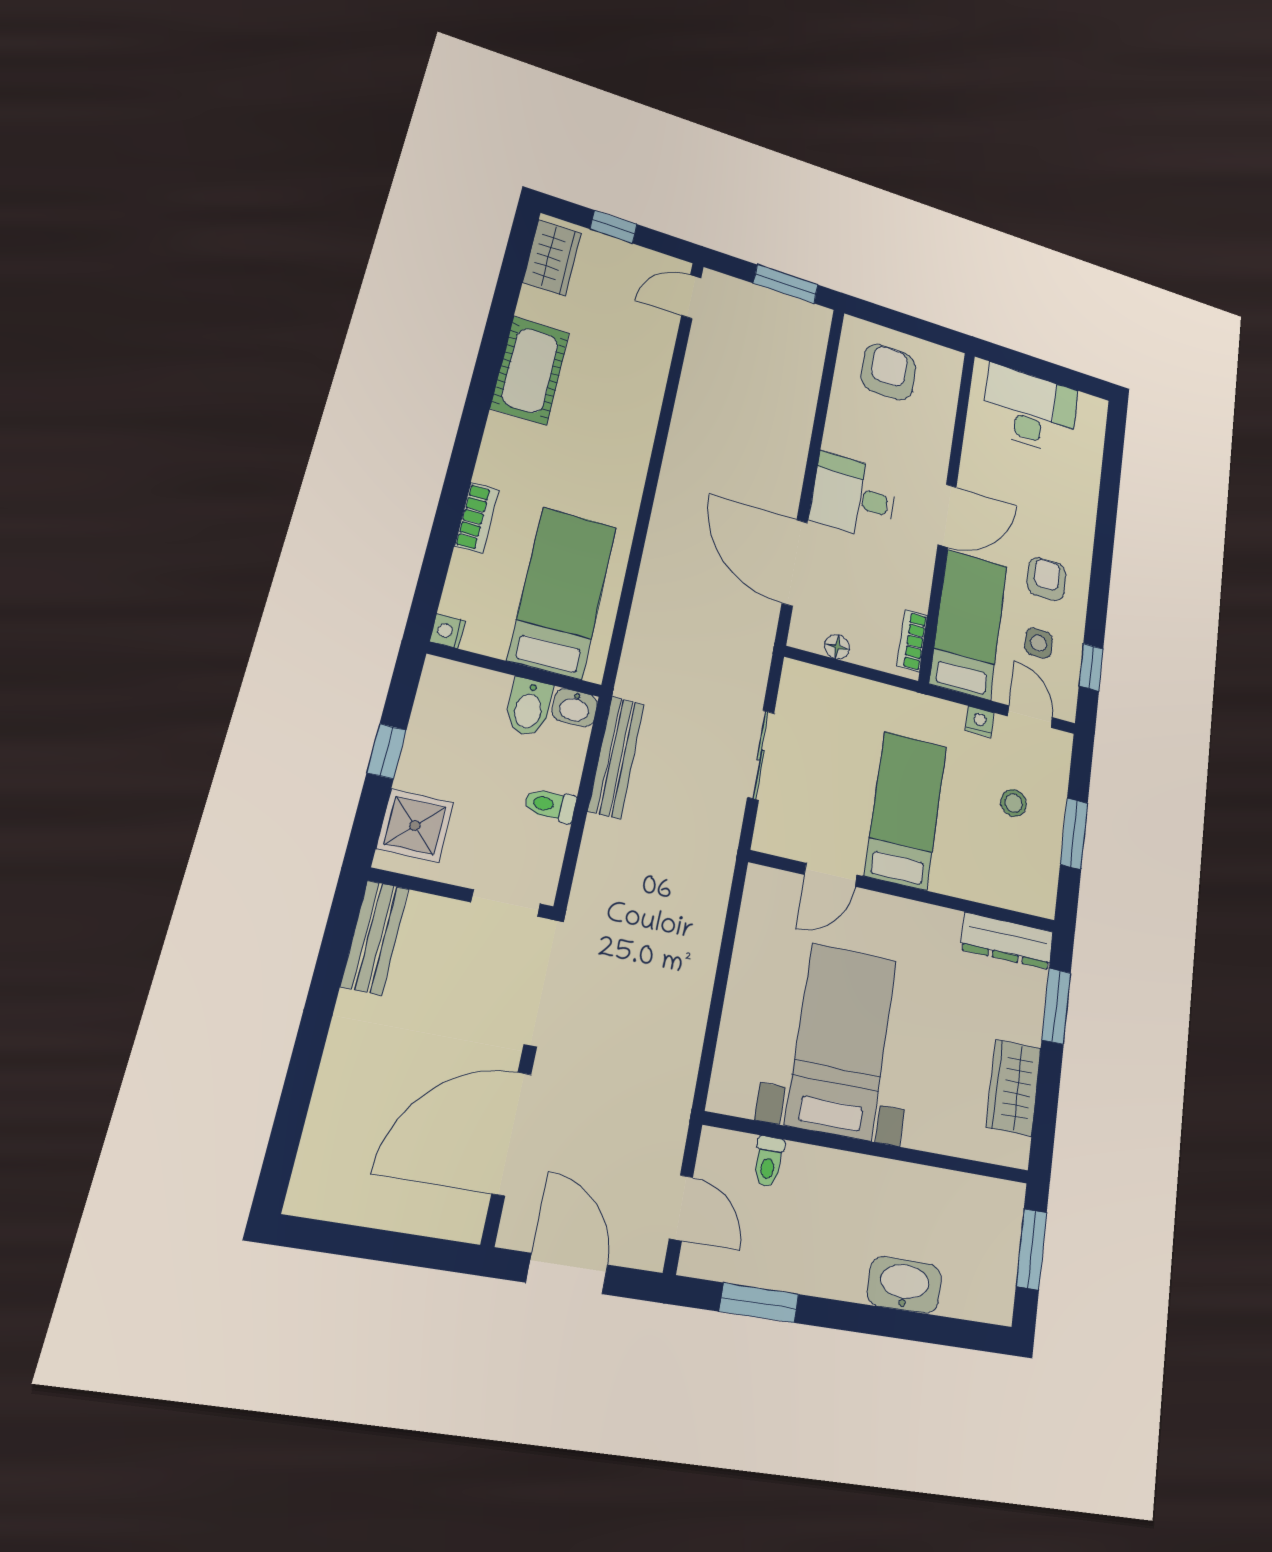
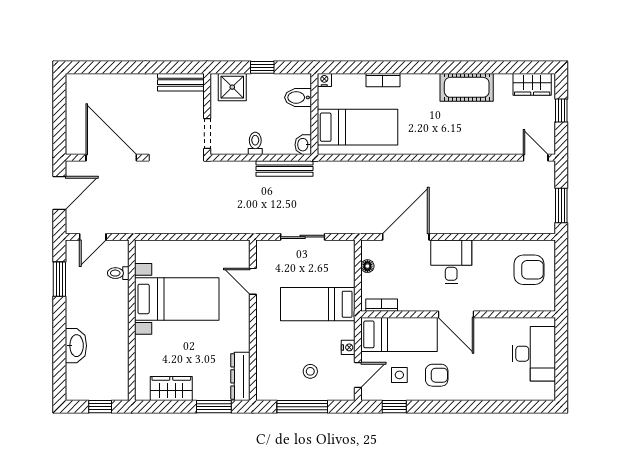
bidet: (529, 707) -> (298, 97), moved
bed: (906, 810) -> (318, 304), moved, turned 180
window: (1074, 833) -> (302, 407), width x1.44
window: (1031, 1249) -> (100, 407), width x0.67

